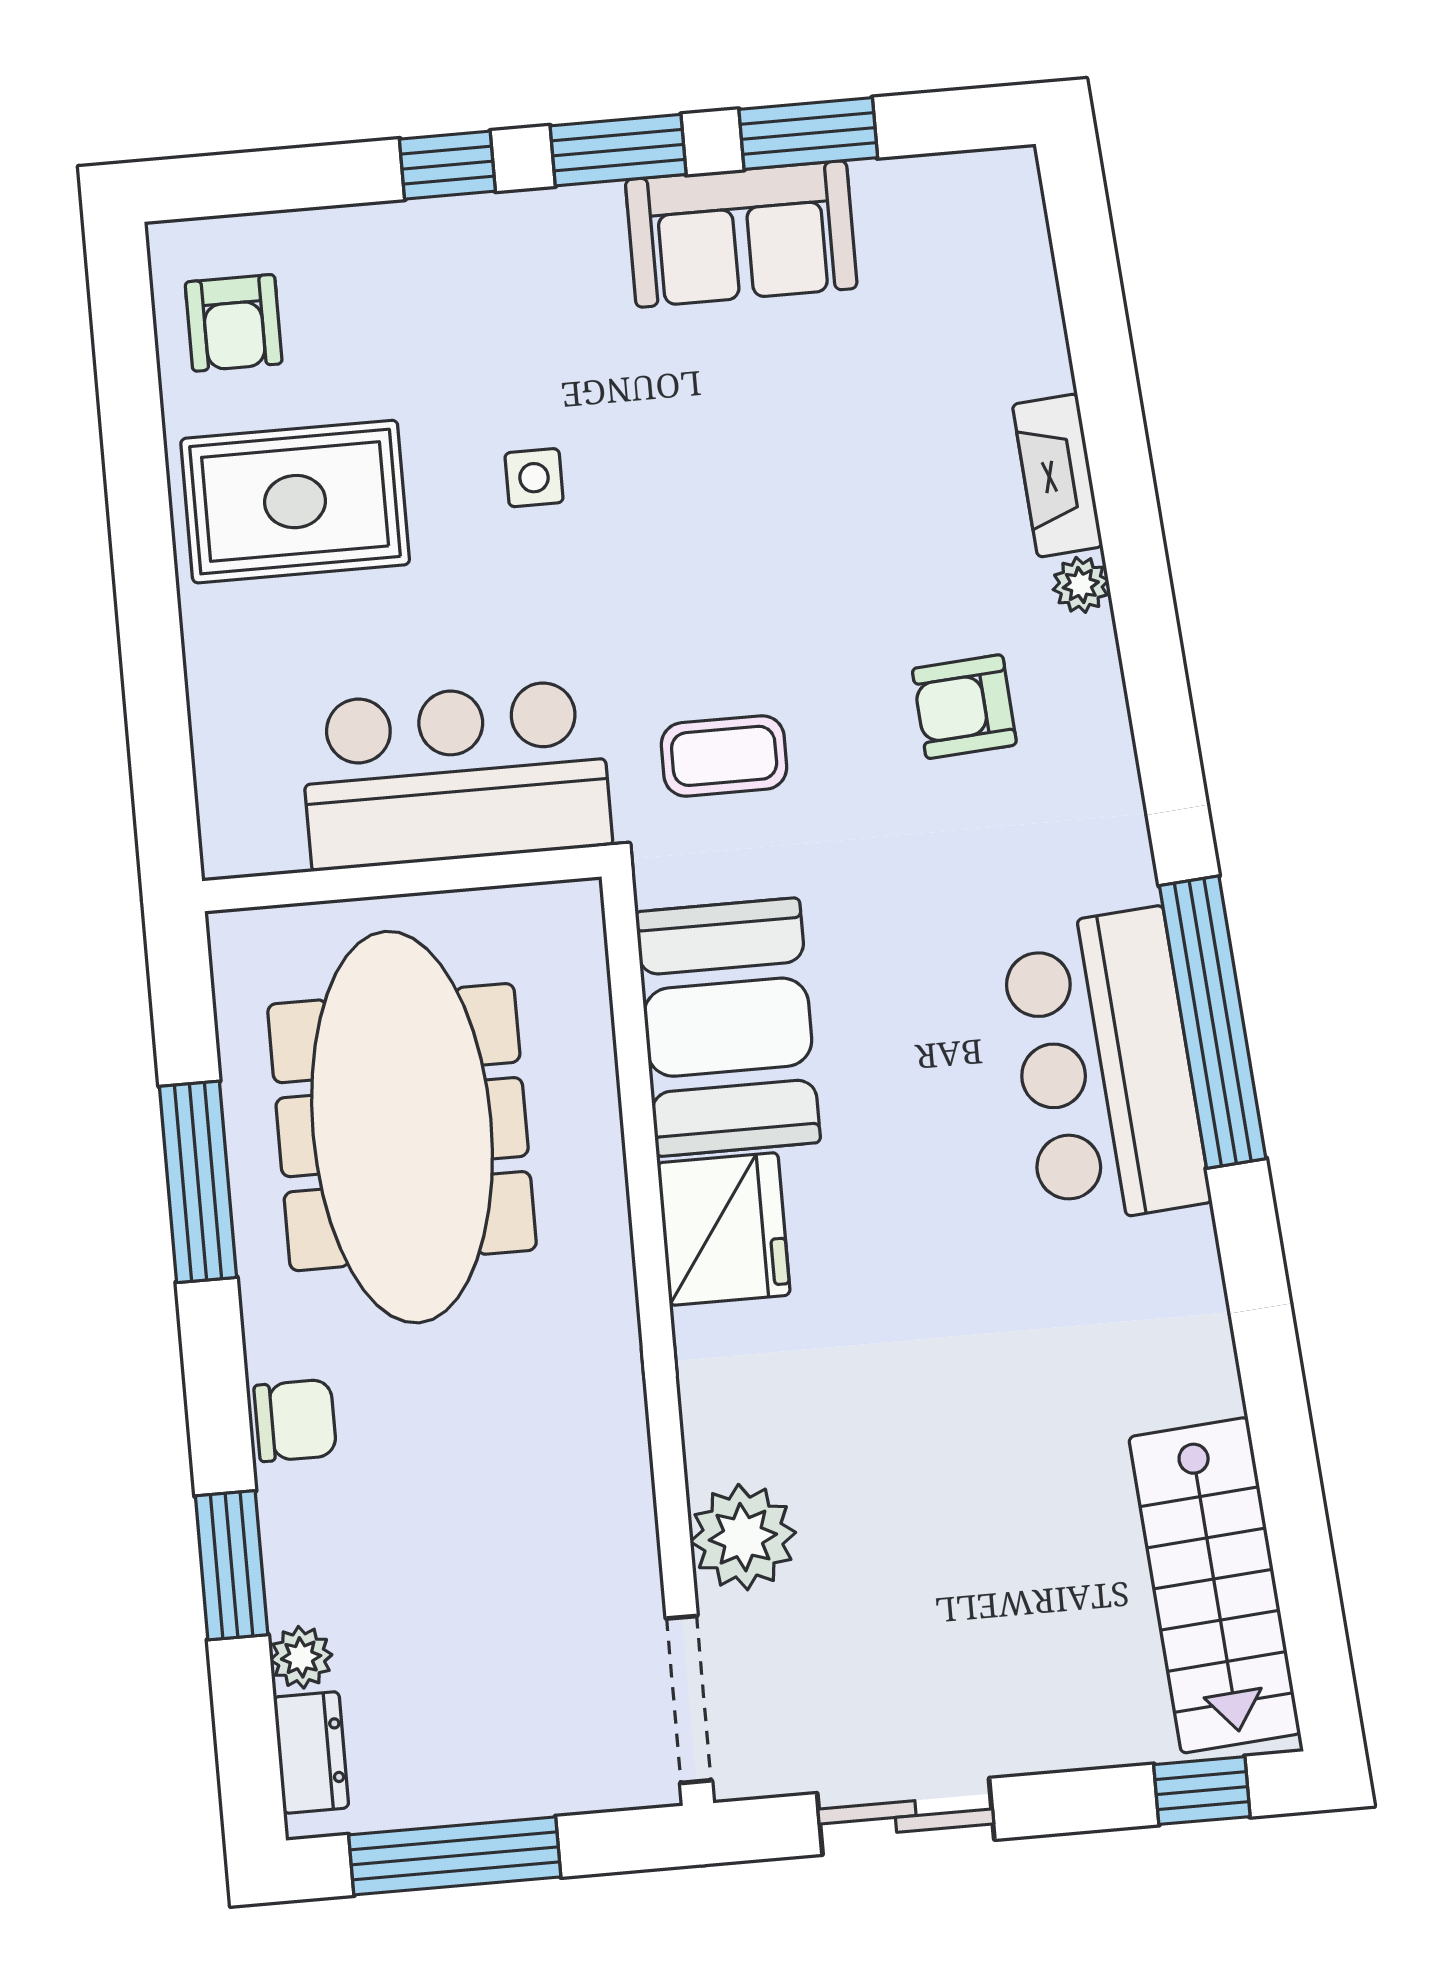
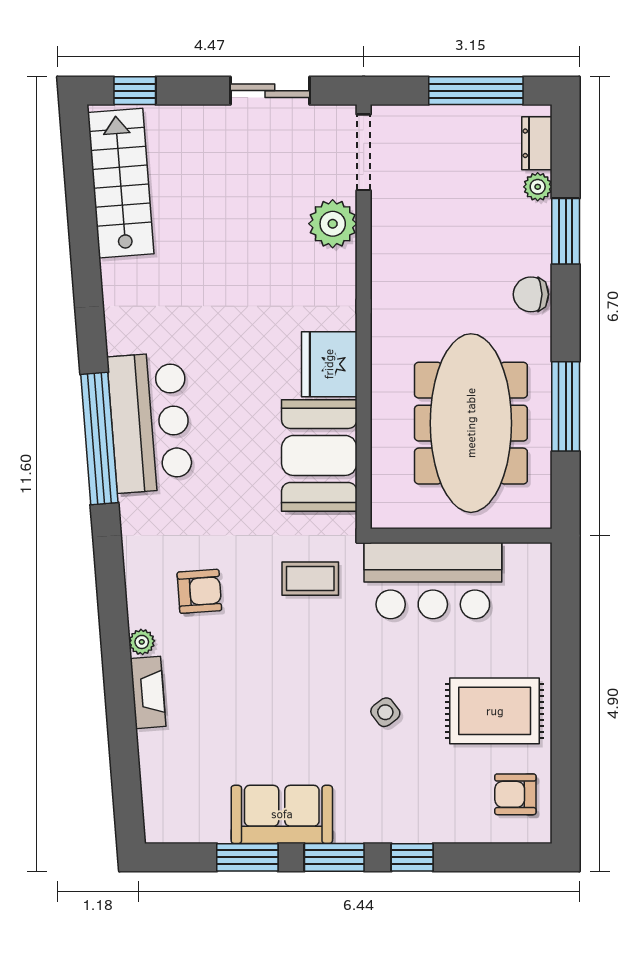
armchair: (234, 323) -> (515, 794), turned -90
side table: (534, 478) -> (385, 712), turned -37

